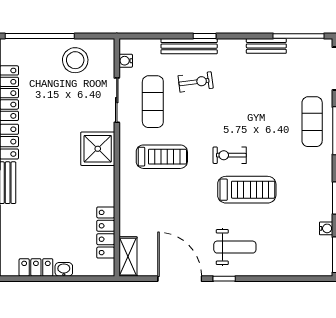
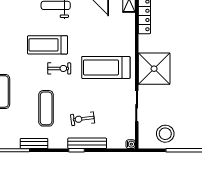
water cooler: (126, 61) -> (131, 144), moved
exercise mat: (153, 102) -> (46, 108), moved
shower: (98, 149) -> (154, 69), width x1.37, depth x1.37
treadmill: (162, 157) -> (106, 67), width x1.37, depth x1.38

